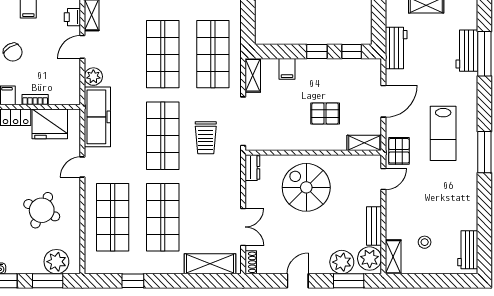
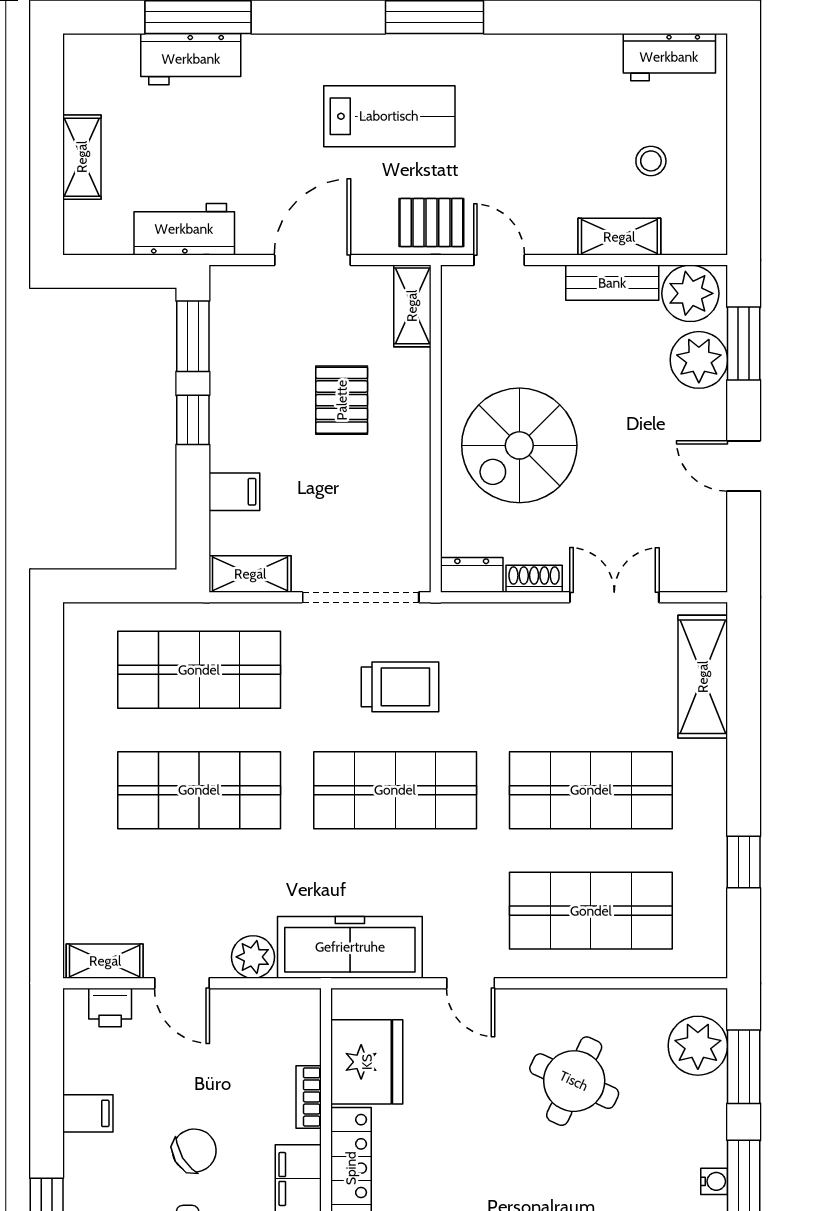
window: (352, 52) -> (193, 336), width x1.50
door: (383, 101) -> (312, 260), hinge flipped
shelving: (393, 257) -> (619, 237), moved
shoe rack: (251, 262) -> (534, 579), moved

